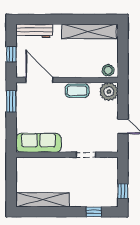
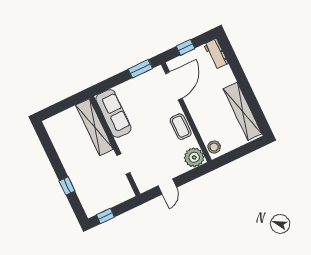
workbench: (34, 31) -> (216, 54), width x0.73
shelving: (43, 200) -> (95, 127), moved
window: (94, 212) -> (67, 186), moved

